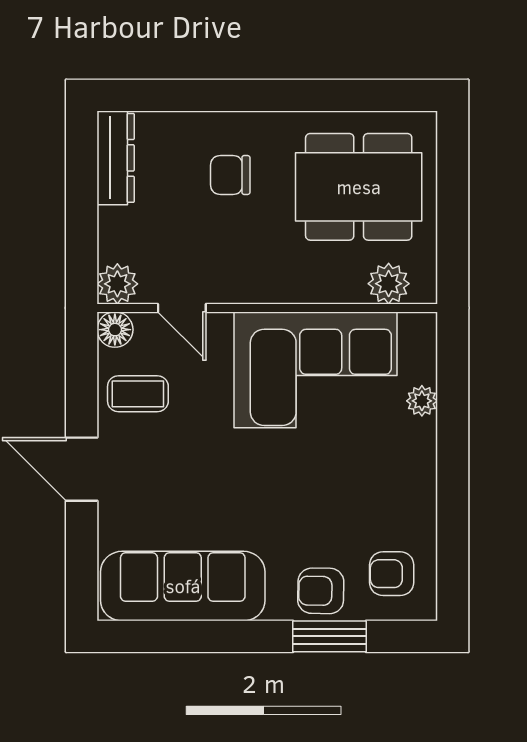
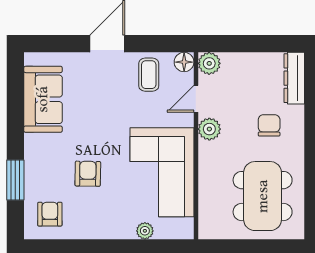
dresser: (116, 158) -> (294, 78), moved, turned 90
plant: (389, 284) -> (209, 129), moved
sofa: (183, 586) -> (43, 99), width x0.73
armchair: (321, 591) -> (88, 174), moved

